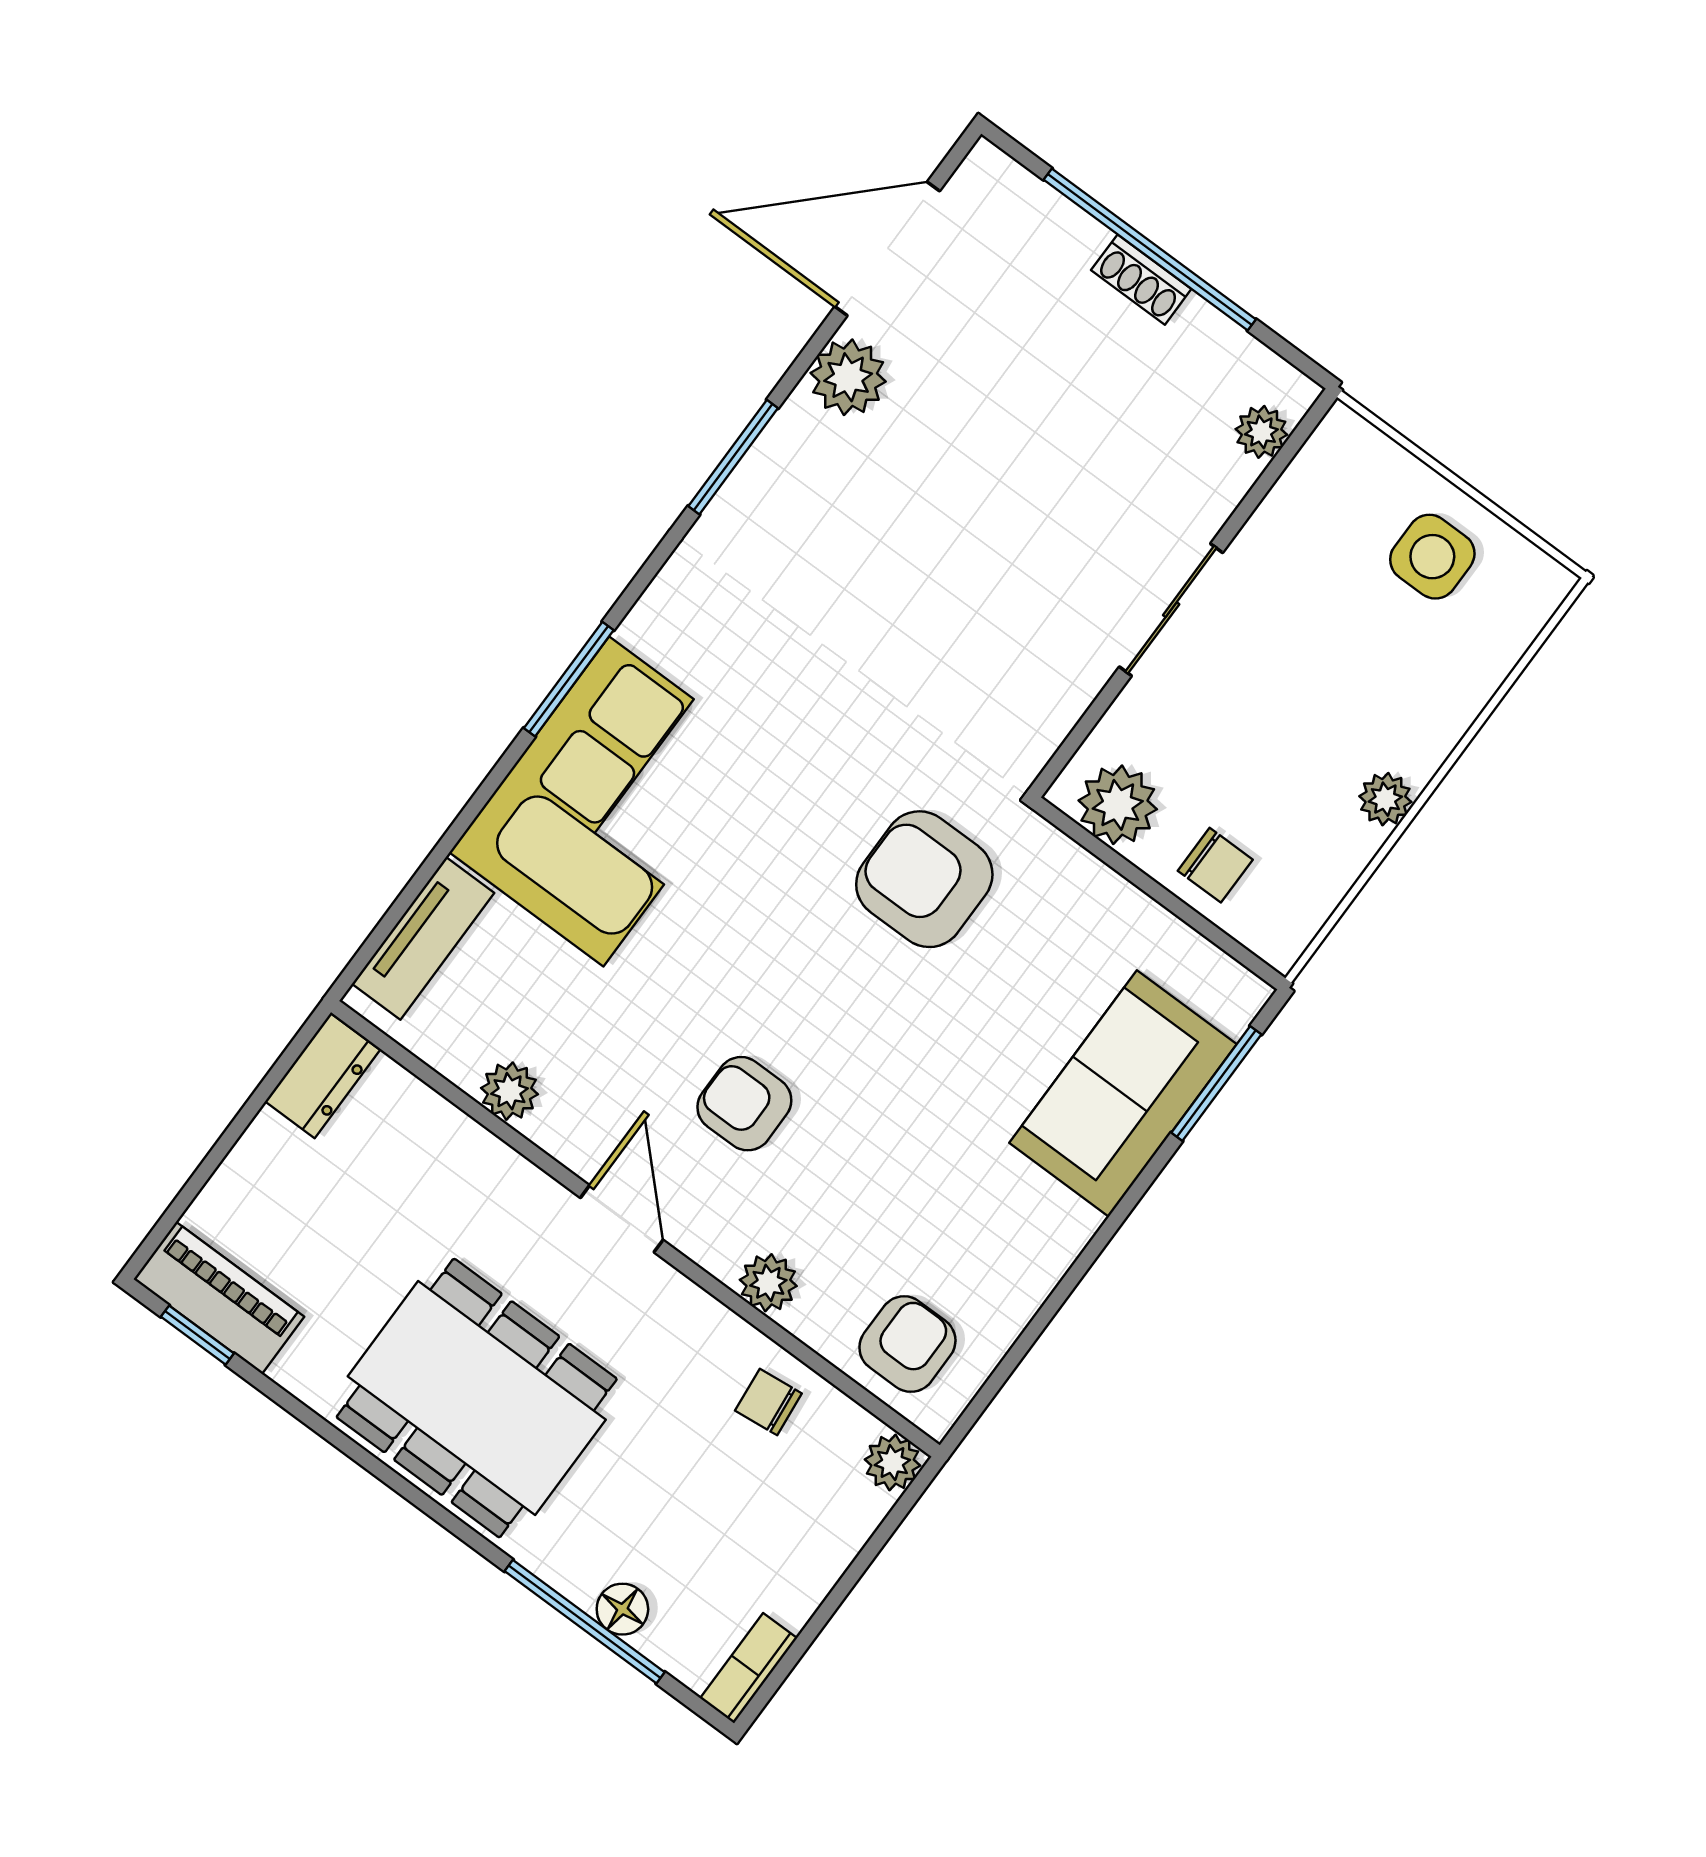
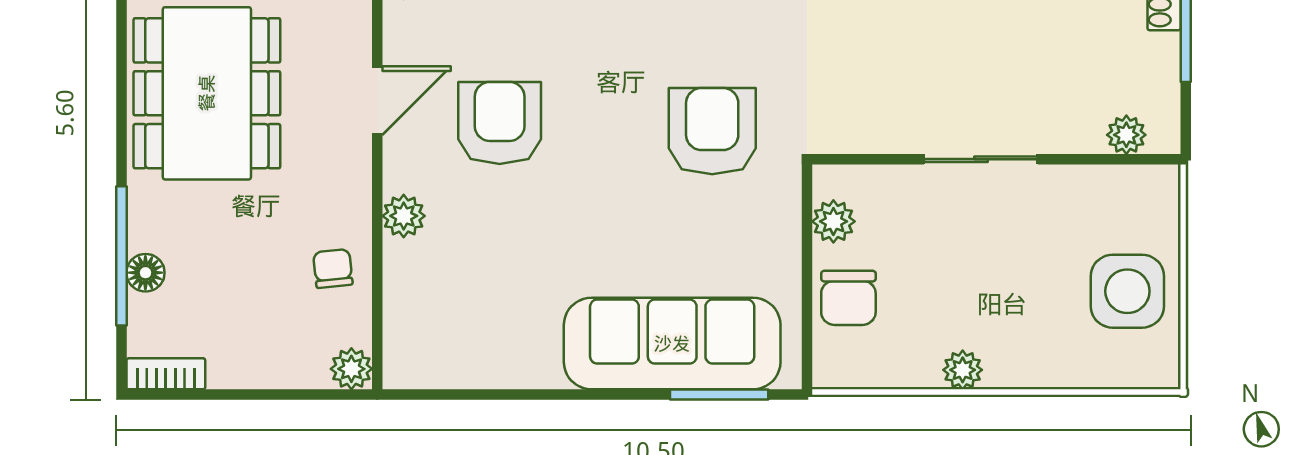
side table: (1432, 557) -> (1127, 291), width x1.37, depth x1.37
plant: (1118, 805) -> (833, 221), width x0.73, depth x0.73
chair: (1215, 865) -> (848, 298), width x1.37, depth x1.37
sofa: (1123, 1094) -> (672, 344), width x1.36
armchair: (744, 1104) -> (500, 123), width x1.38, depth x1.38
armchair: (907, 1344) -> (428, 326), removed

